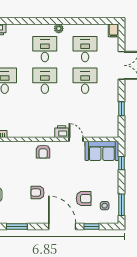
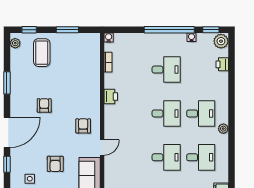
printer: (62, 132) -> (111, 97), moved
armchair: (43, 152) -> (83, 126), moved, turned 90
armchair: (84, 199) -> (55, 164), moved

